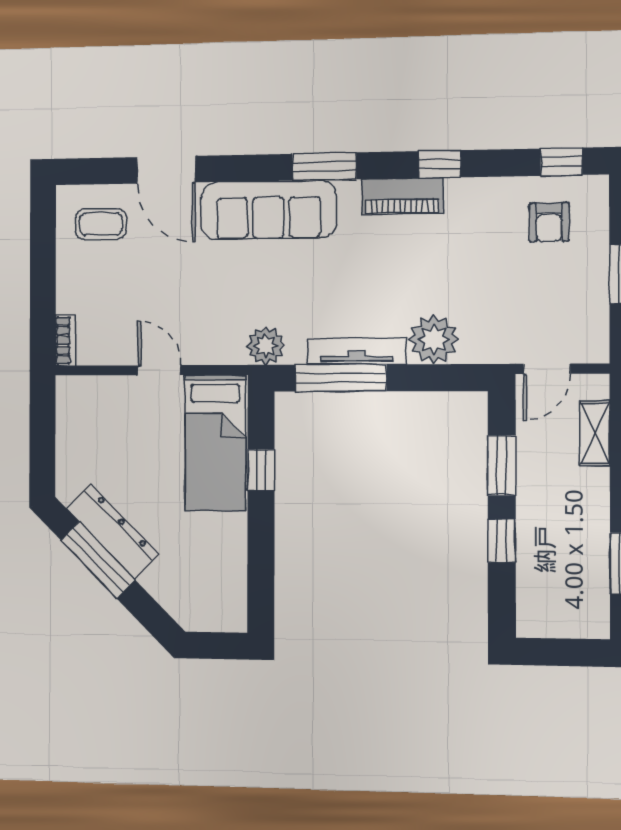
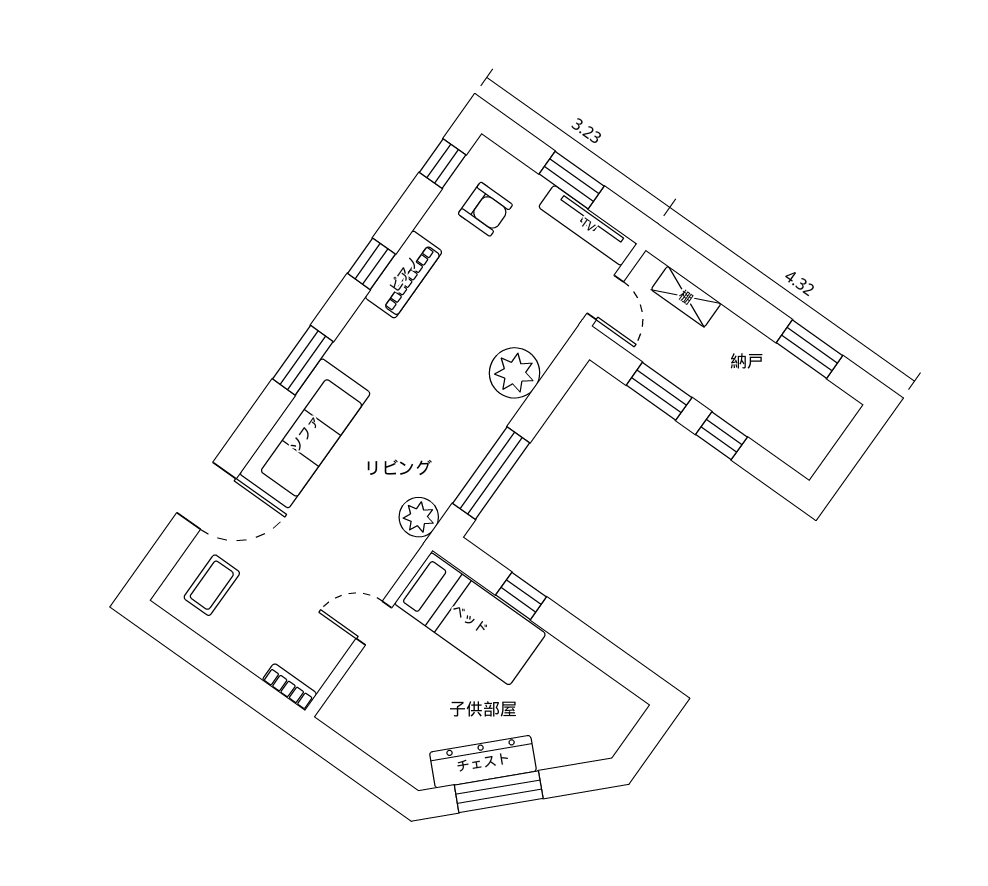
piano: (402, 196) -> (404, 274), moved
tv unit: (357, 351) -> (588, 225), moved, turned -90

